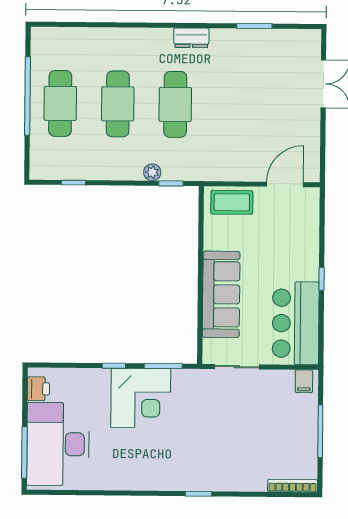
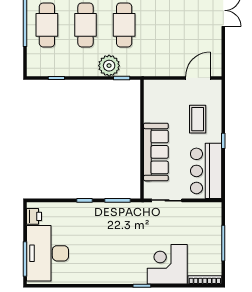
plant: (152, 172) -> (109, 66), width x1.87, depth x1.87
coffee table: (232, 202) -> (198, 119), moved, turned 90
filing cabinet: (304, 381) -> (212, 210), removed
corner desk: (141, 398) -> (167, 264), moved, turned 180

